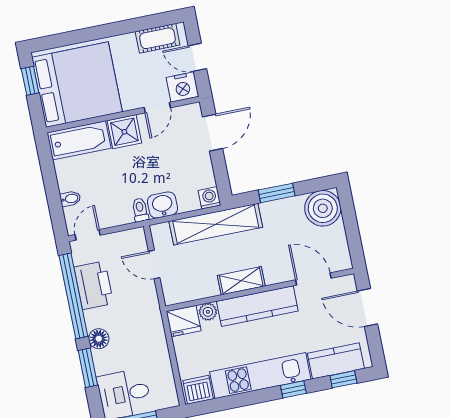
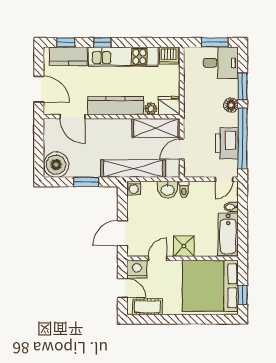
bathtub: (79, 140) -> (228, 234), moved, turned -90
door: (154, 264) -> (182, 149), swing flipped
shelving: (241, 281) -> (156, 128), moved, width x1.50, depth x1.33

